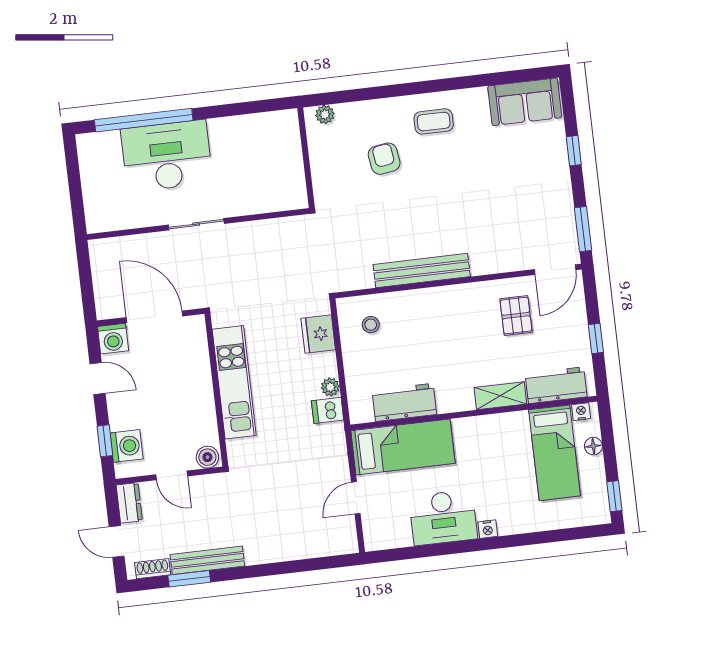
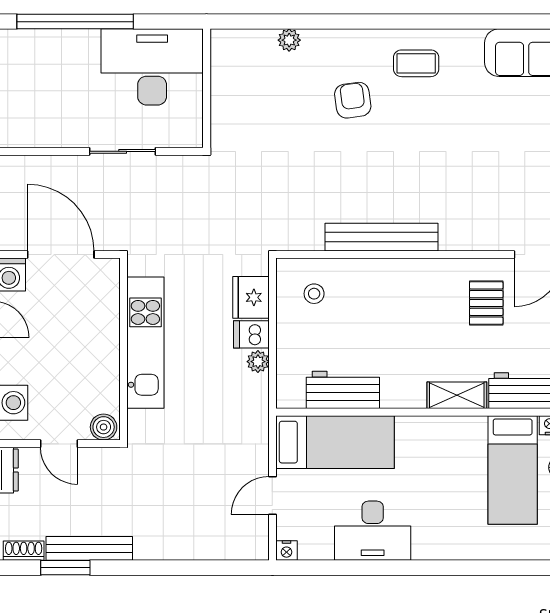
desk: (167, 156) -> (152, 67), moved
wall: (306, 158) -> (207, 88), moved
dishwasher: (328, 410) -> (251, 334), moved
nightstand: (488, 529) -> (286, 550), moved

